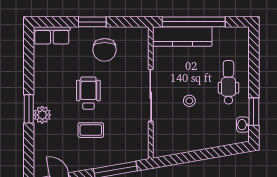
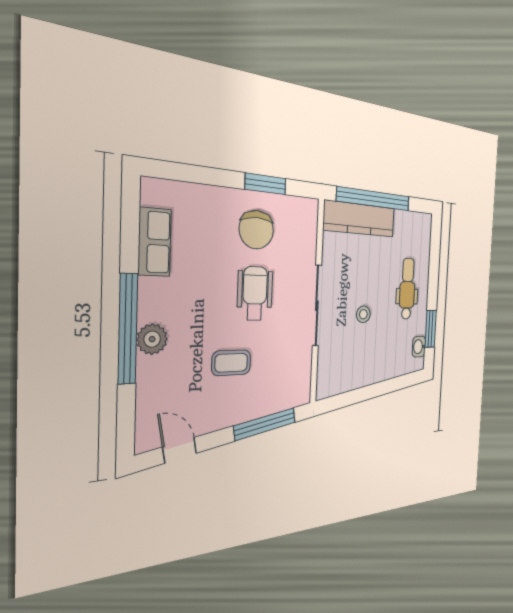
window: (92, 22) -> (266, 184), moved
row of seats: (52, 35) -> (155, 242), moved, turned -90
wheelchair: (88, 93) -> (255, 293), moved
window: (29, 109) -> (128, 329), width x2.11

